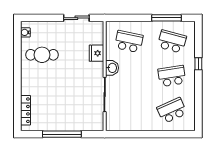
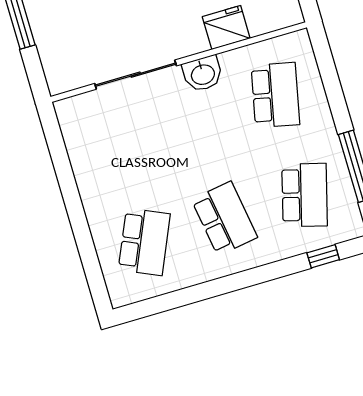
window: (198, 64) -> (323, 256), moved
school desk: (172, 111) -> (144, 242), turned 48

